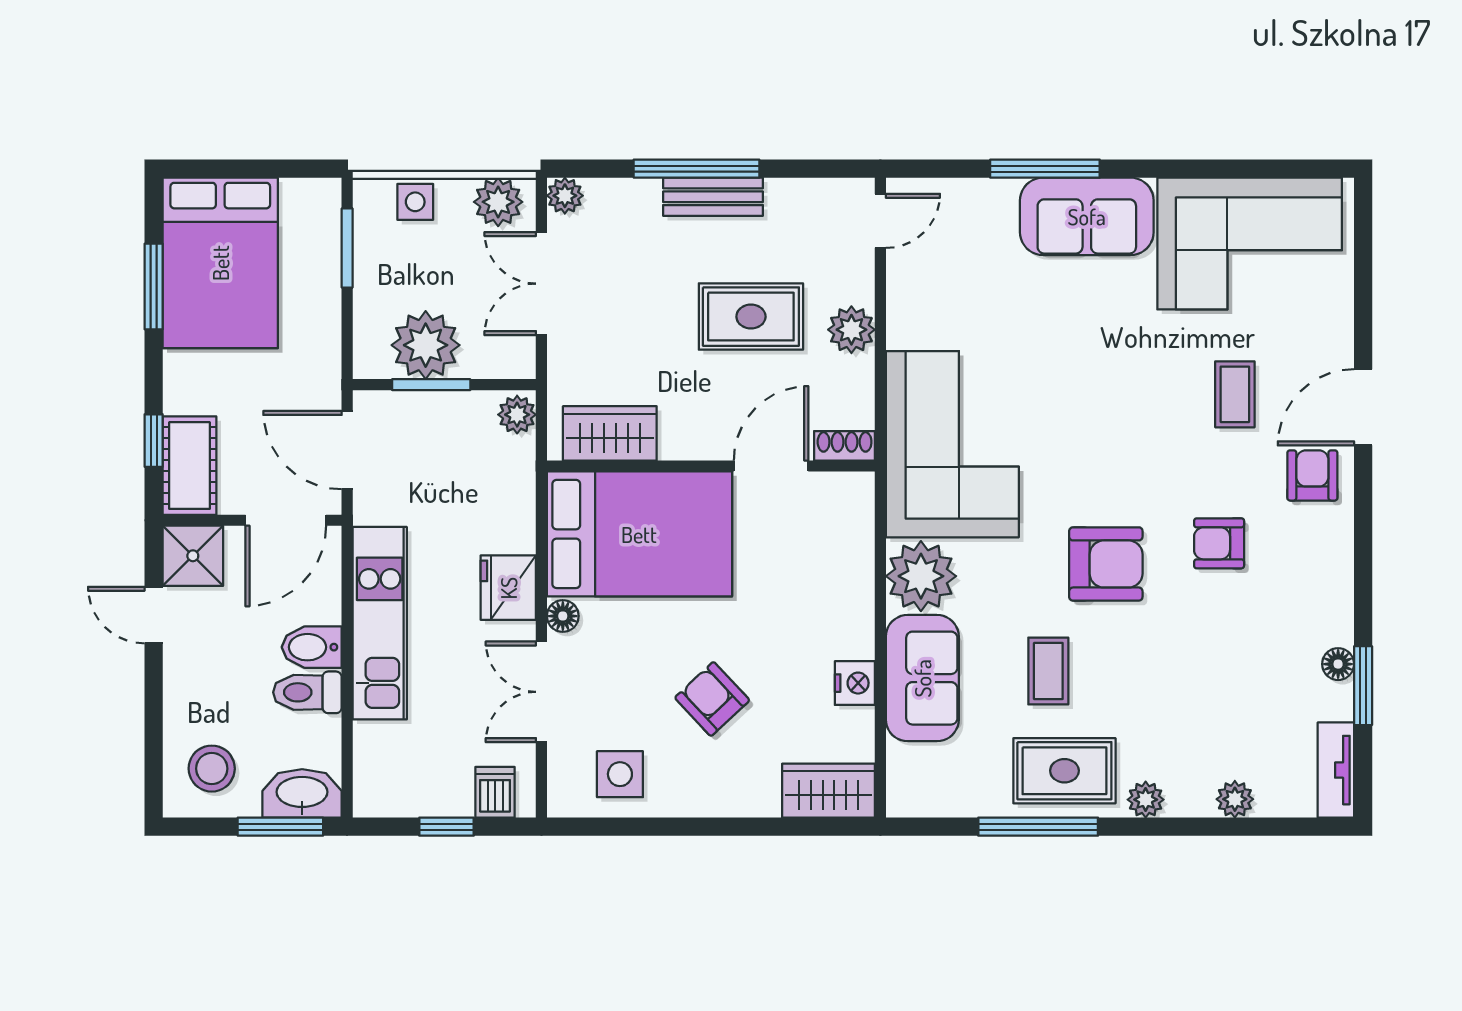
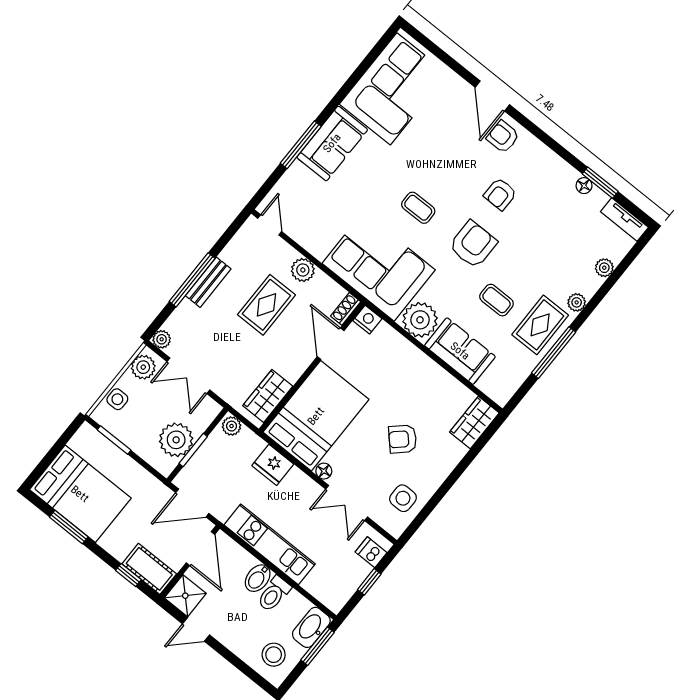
coffee table: (1235, 394) -> (418, 208), moved
fridge: (508, 588) -> (273, 465), moved
nightstand: (855, 683) -> (367, 320), moved

